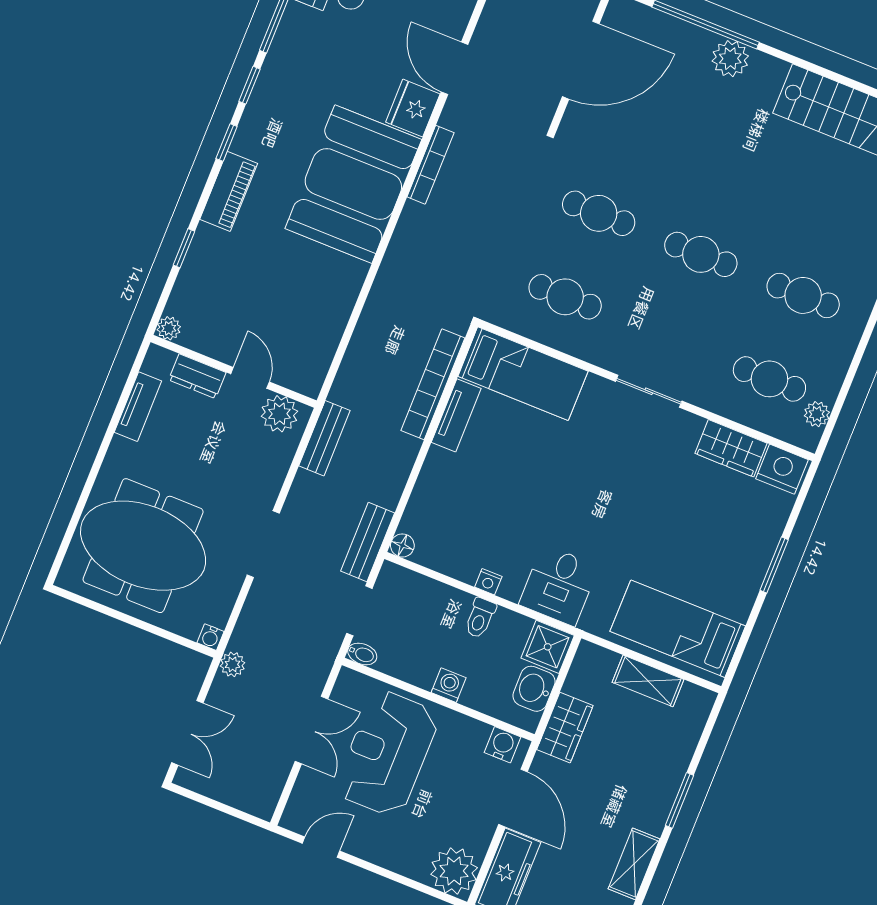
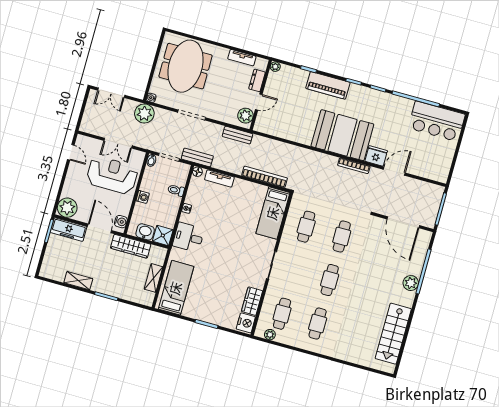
piano: (229, 191) -> (328, 85), width x1.37, depth x1.33
tv unit: (456, 415) -> (219, 178), moved
toilet: (480, 618) -> (176, 190), moved
plant: (233, 664) -> (144, 114), width x1.87, depth x1.87
wardrobe: (565, 728) -> (131, 246), width x1.50
door: (513, 798) -> (100, 228), swing flipped

